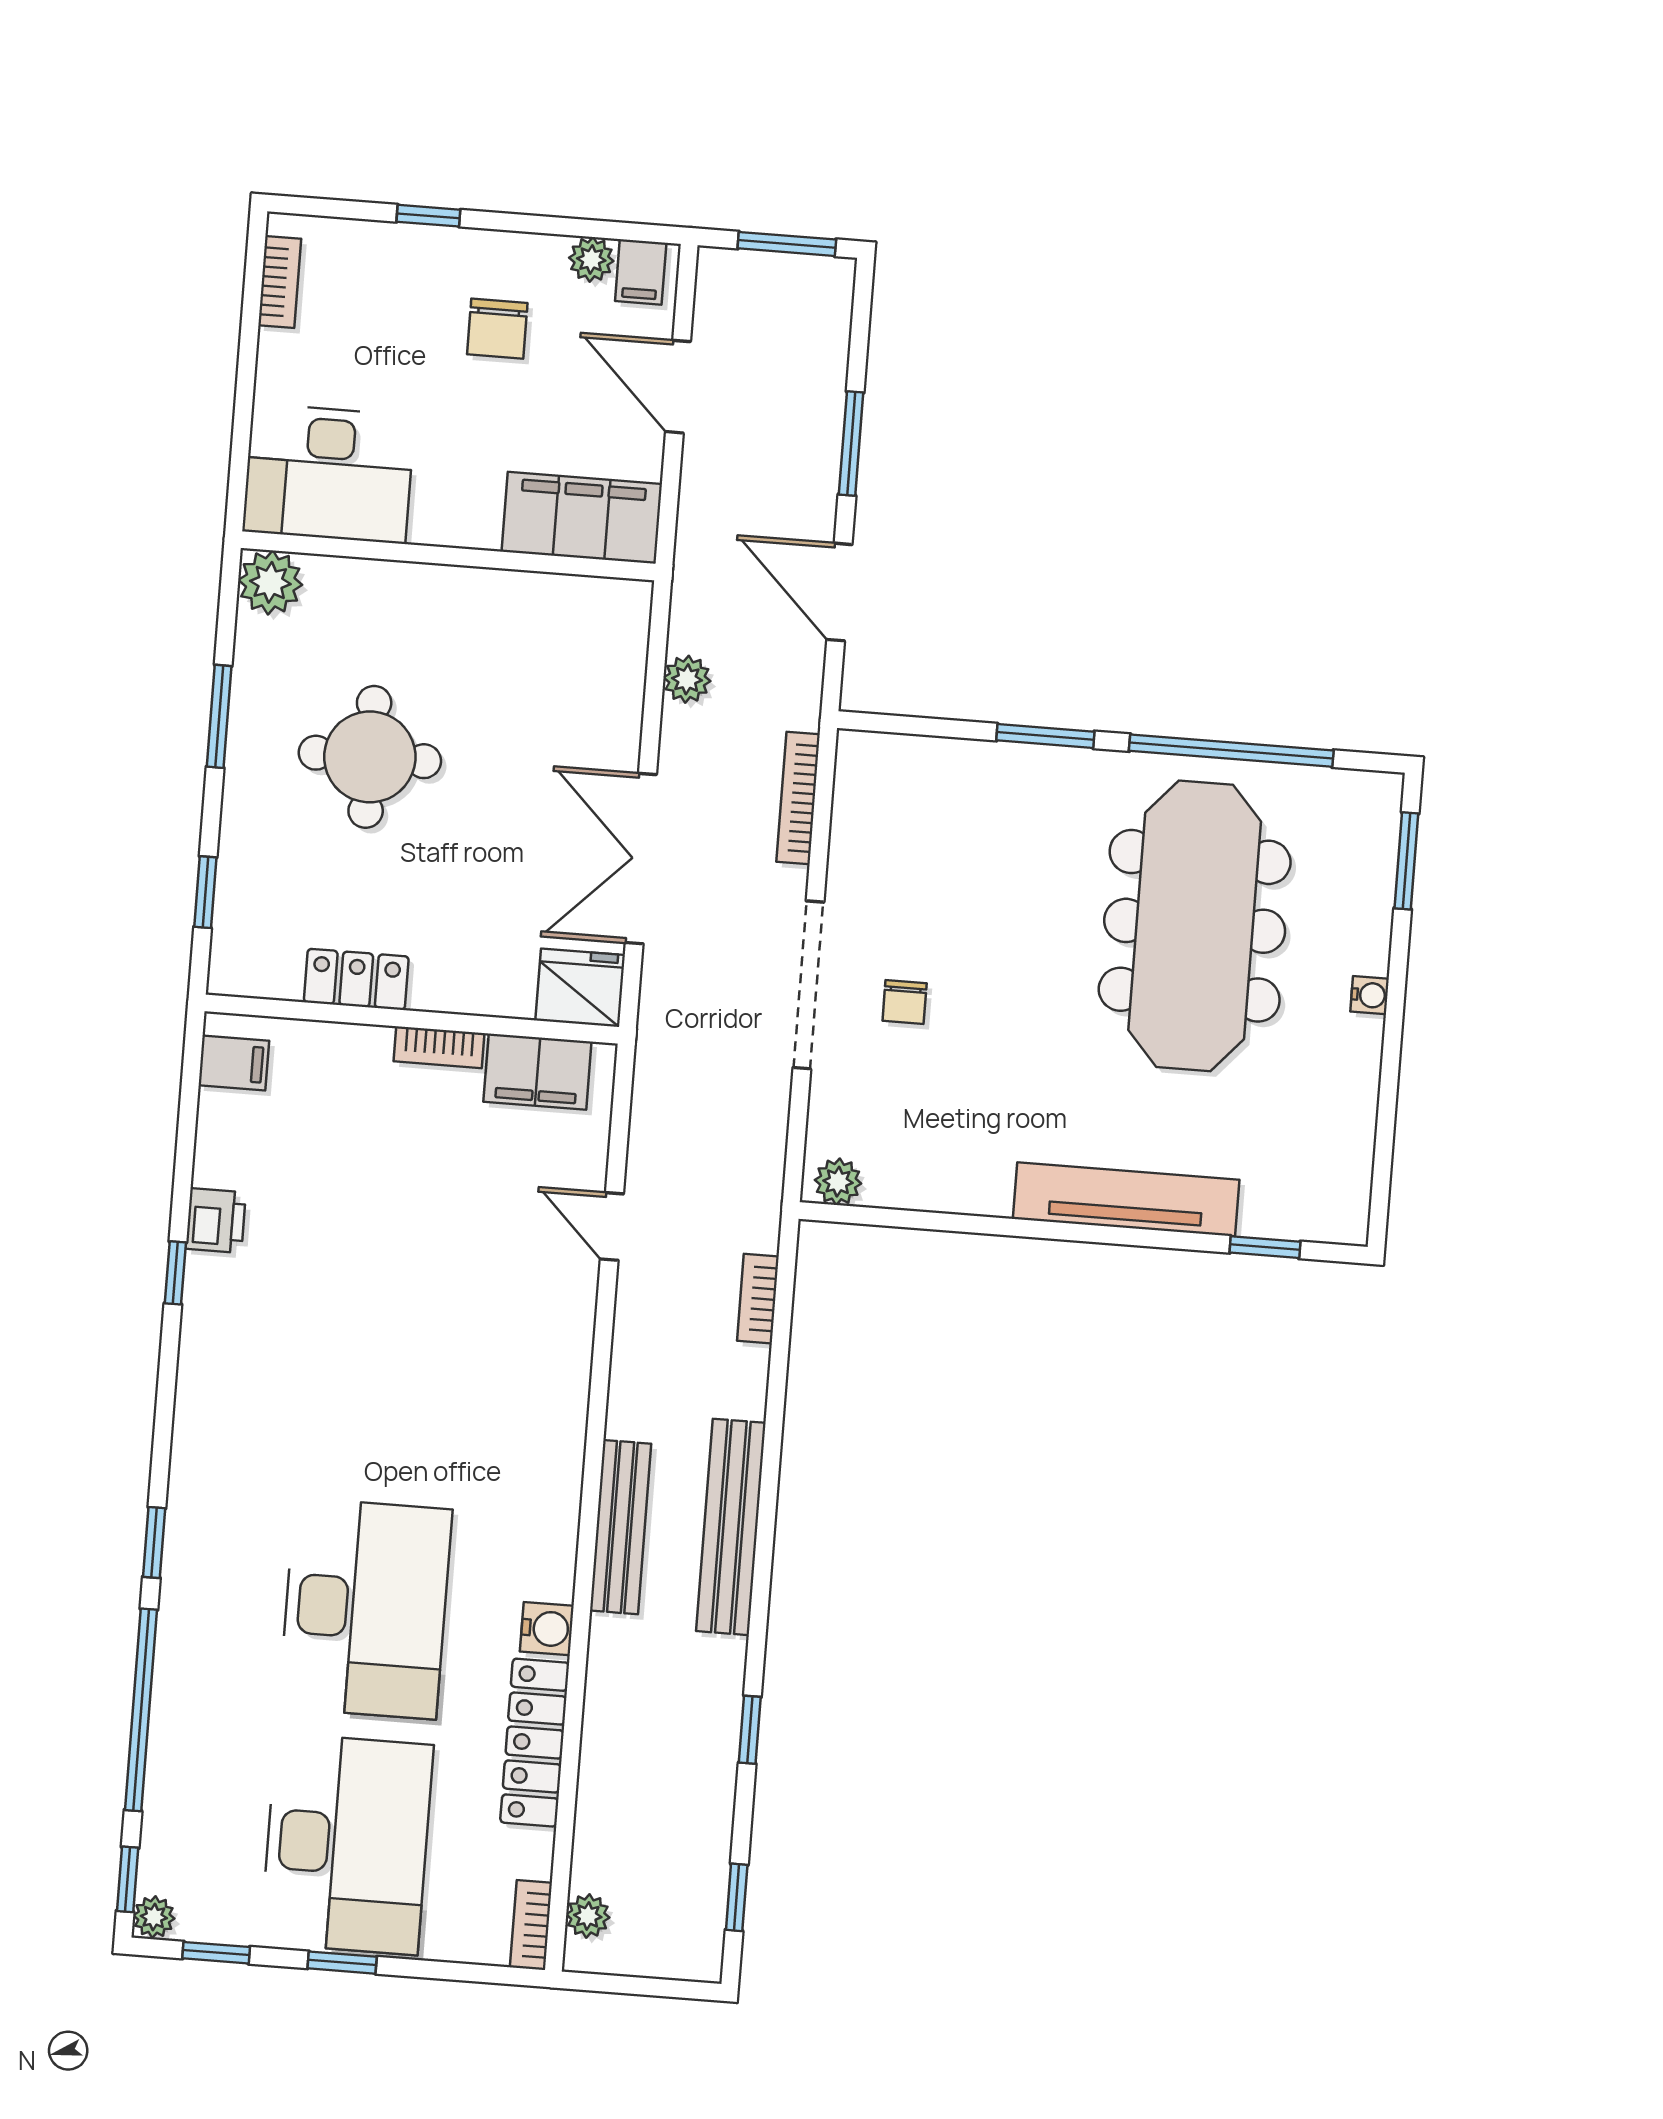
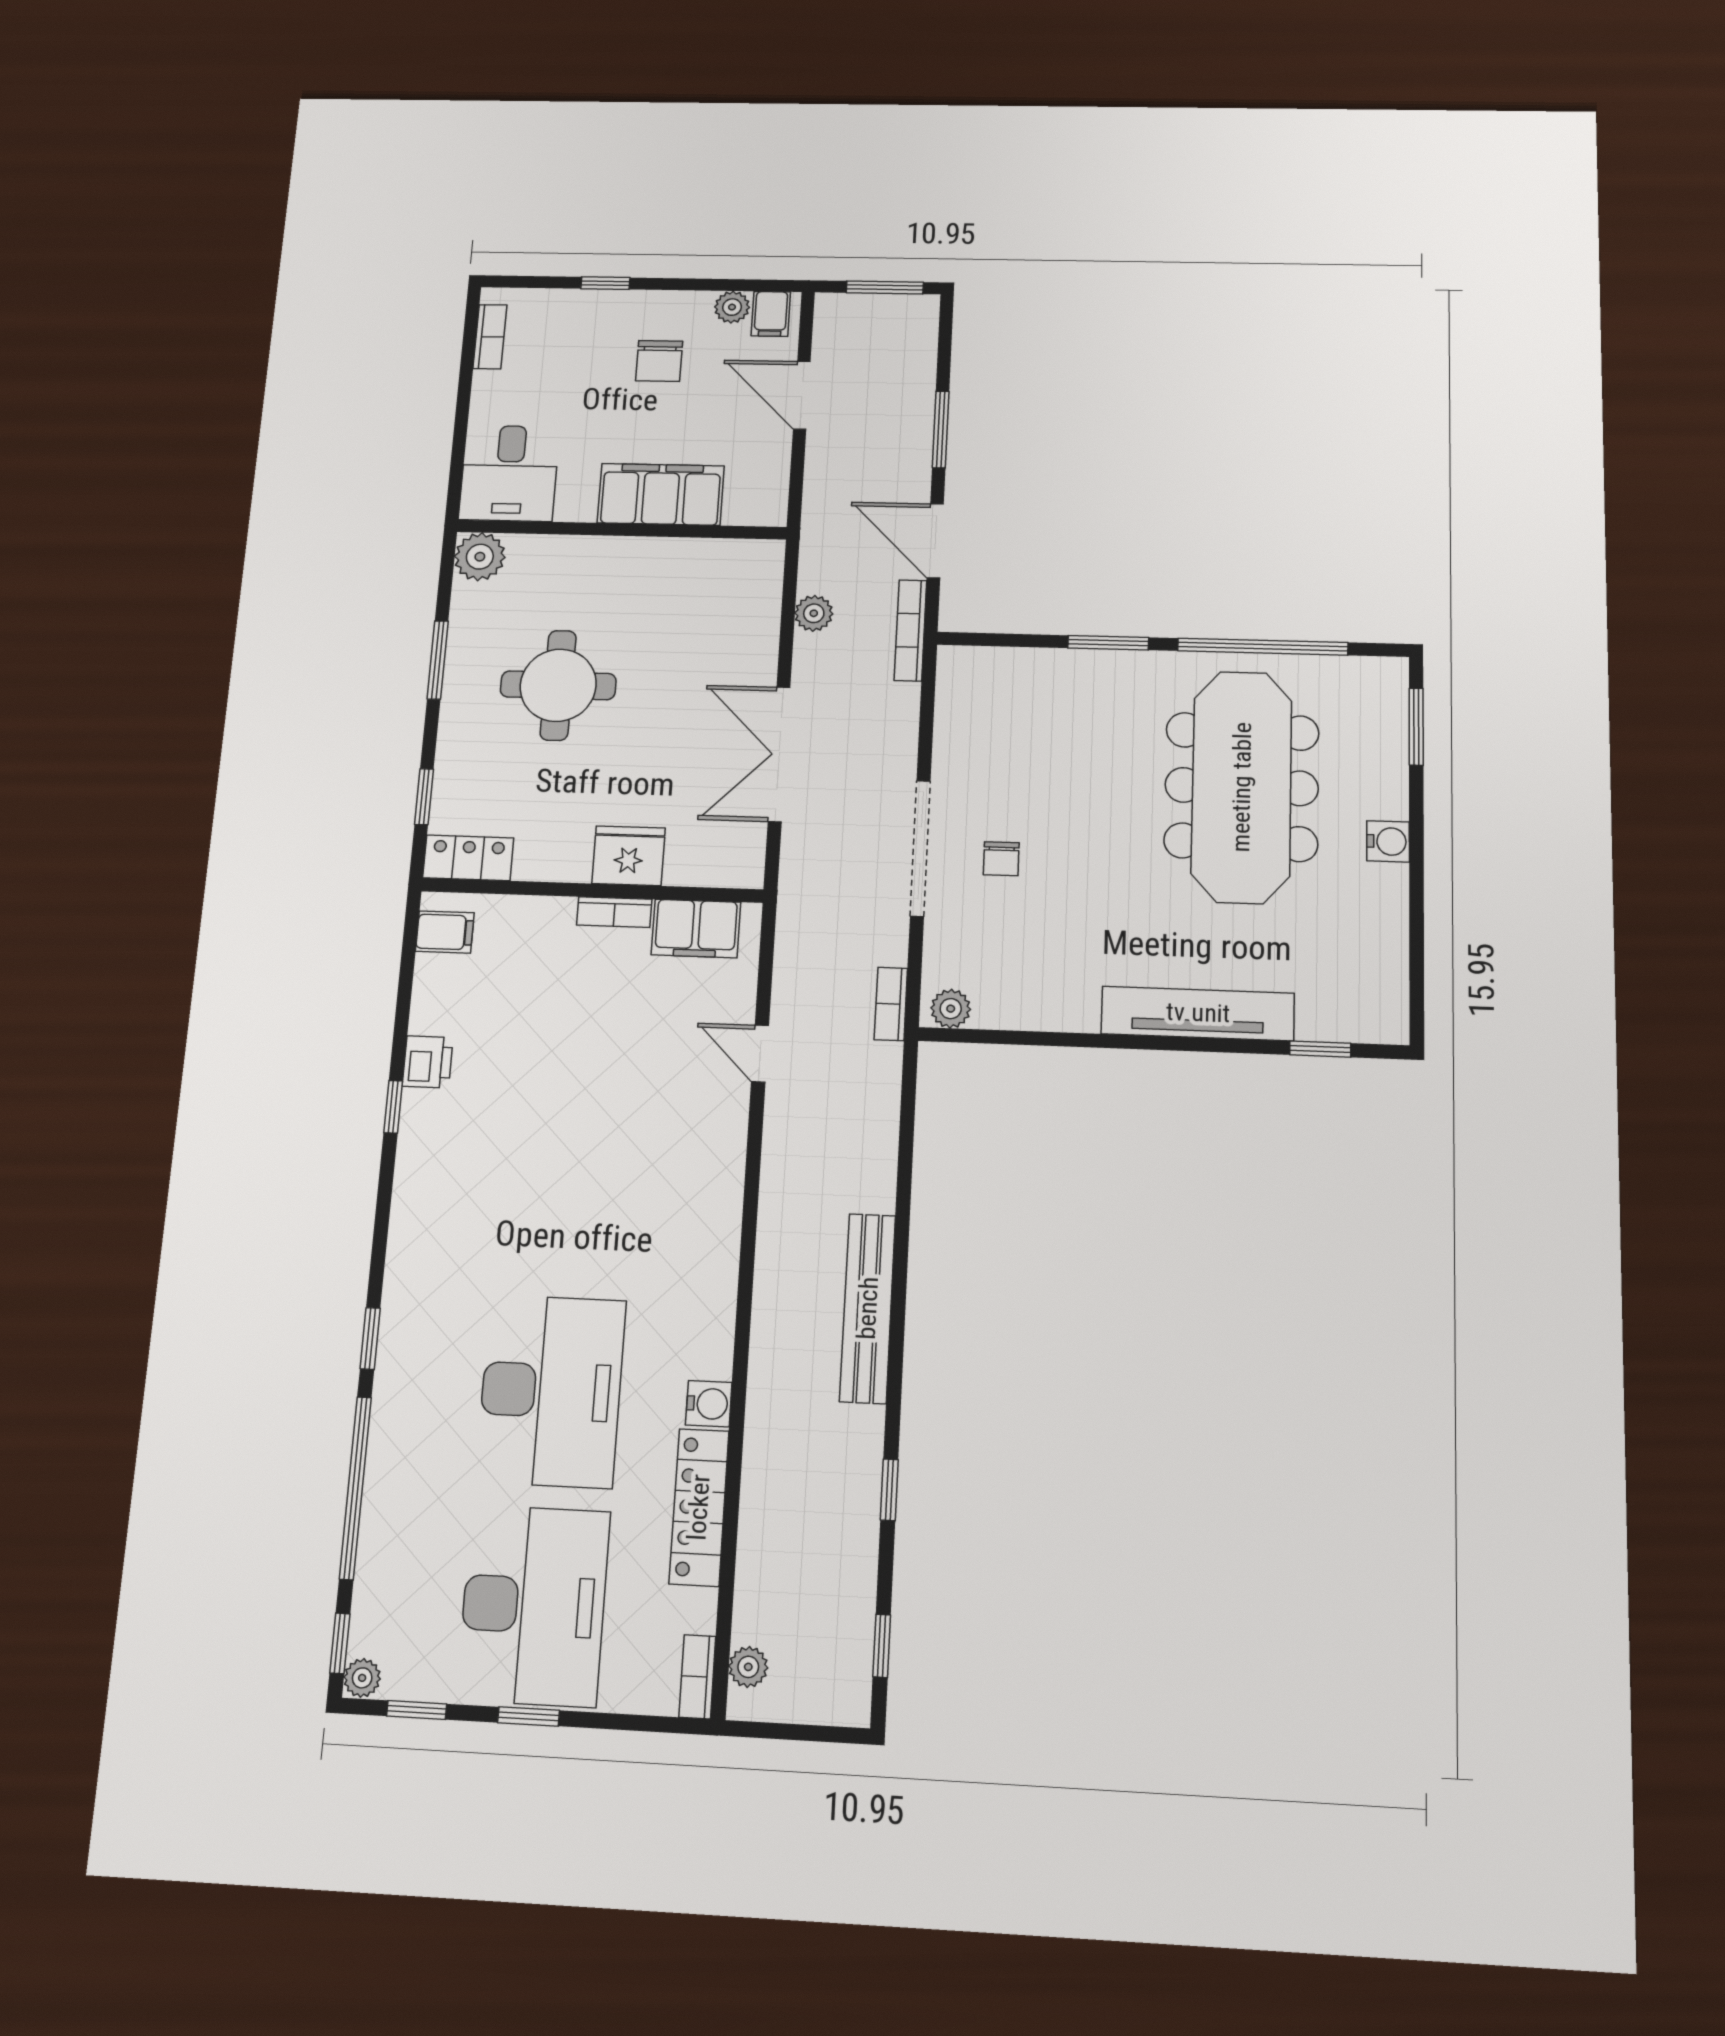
desk: (329, 474) -> (509, 473), width x0.73
filing cabinet: (582, 518) -> (661, 494), moved
bookcase: (798, 798) -> (910, 630), moved
locker: (356, 979) -> (468, 858), moved
fridge: (580, 988) -> (629, 856), moved
water cooler: (1370, 995) -> (1388, 841), width x1.38, depth x1.38
bookcase: (758, 1299) -> (891, 1004), moved
bench: (621, 1527) -> (772, 1311), removed

